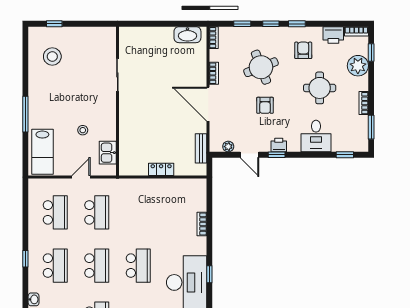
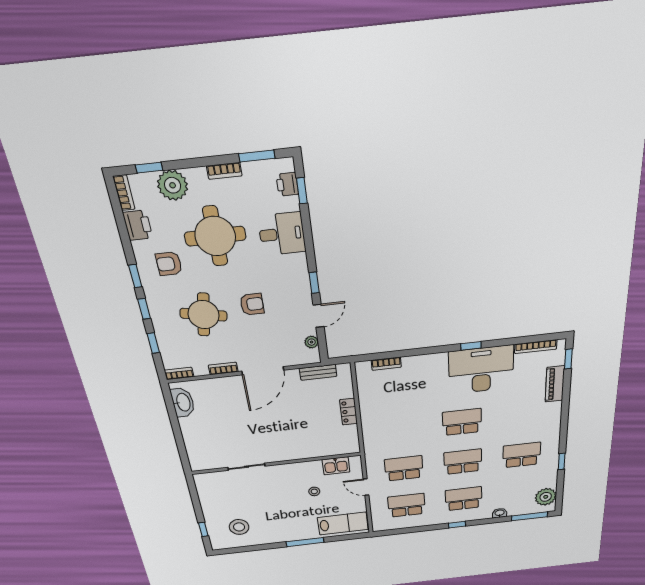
round table: (261, 67) -> (204, 315), turned 32
round table: (320, 88) -> (215, 236), width x1.36, depth x1.36
printer: (279, 145) -> (287, 184), moved
bookcase: (202, 224) -> (386, 364), moved

